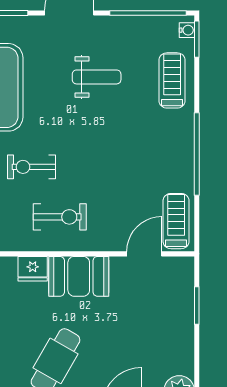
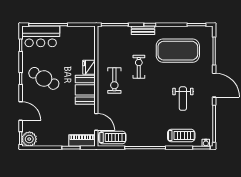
piano: (182, 283) -> (82, 141), added

